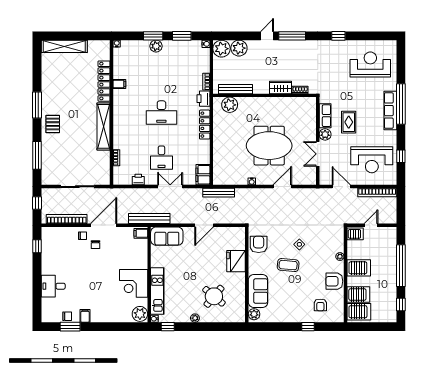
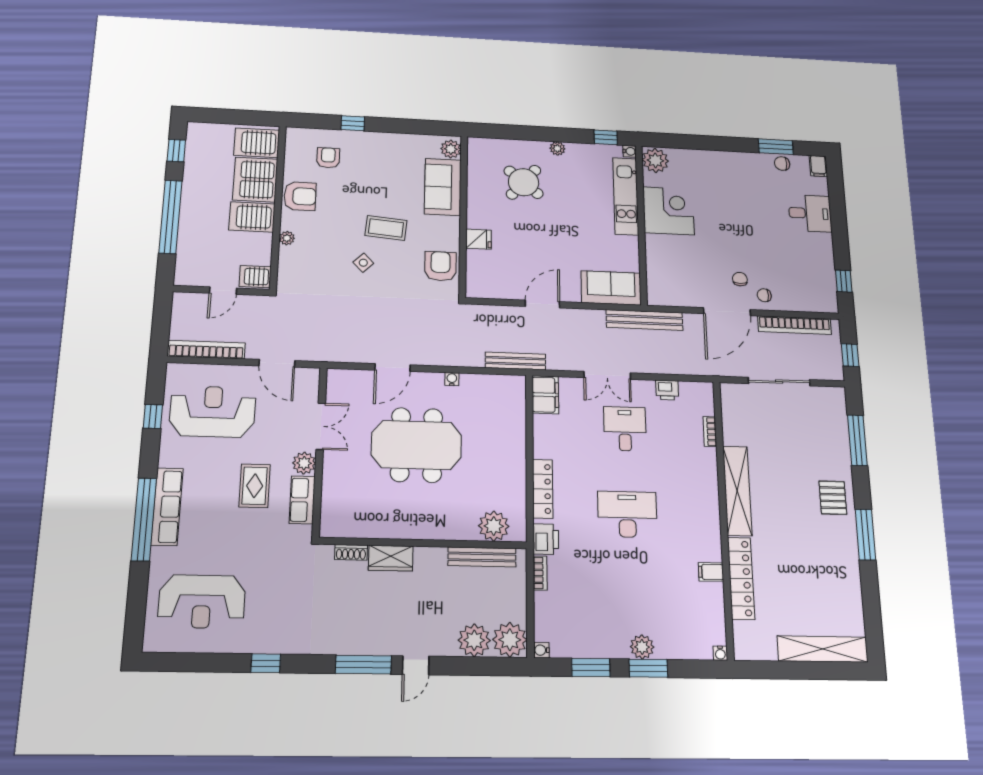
filing cabinet: (141, 233) -> (659, 295), removed
armchair: (259, 244) -> (440, 266), turned 180
fridge: (236, 261) -> (479, 239), width x0.53, depth x0.75
server rack: (358, 295) -> (255, 180), width x1.60
filing cabinet: (85, 316) -> (818, 166), moved

